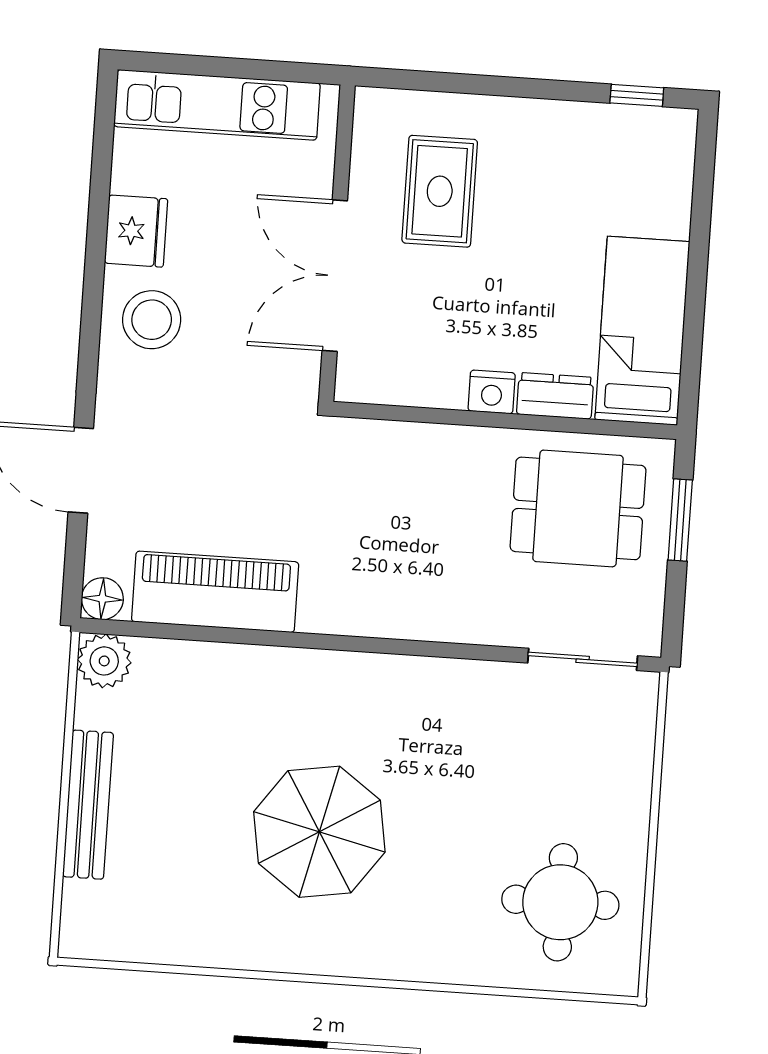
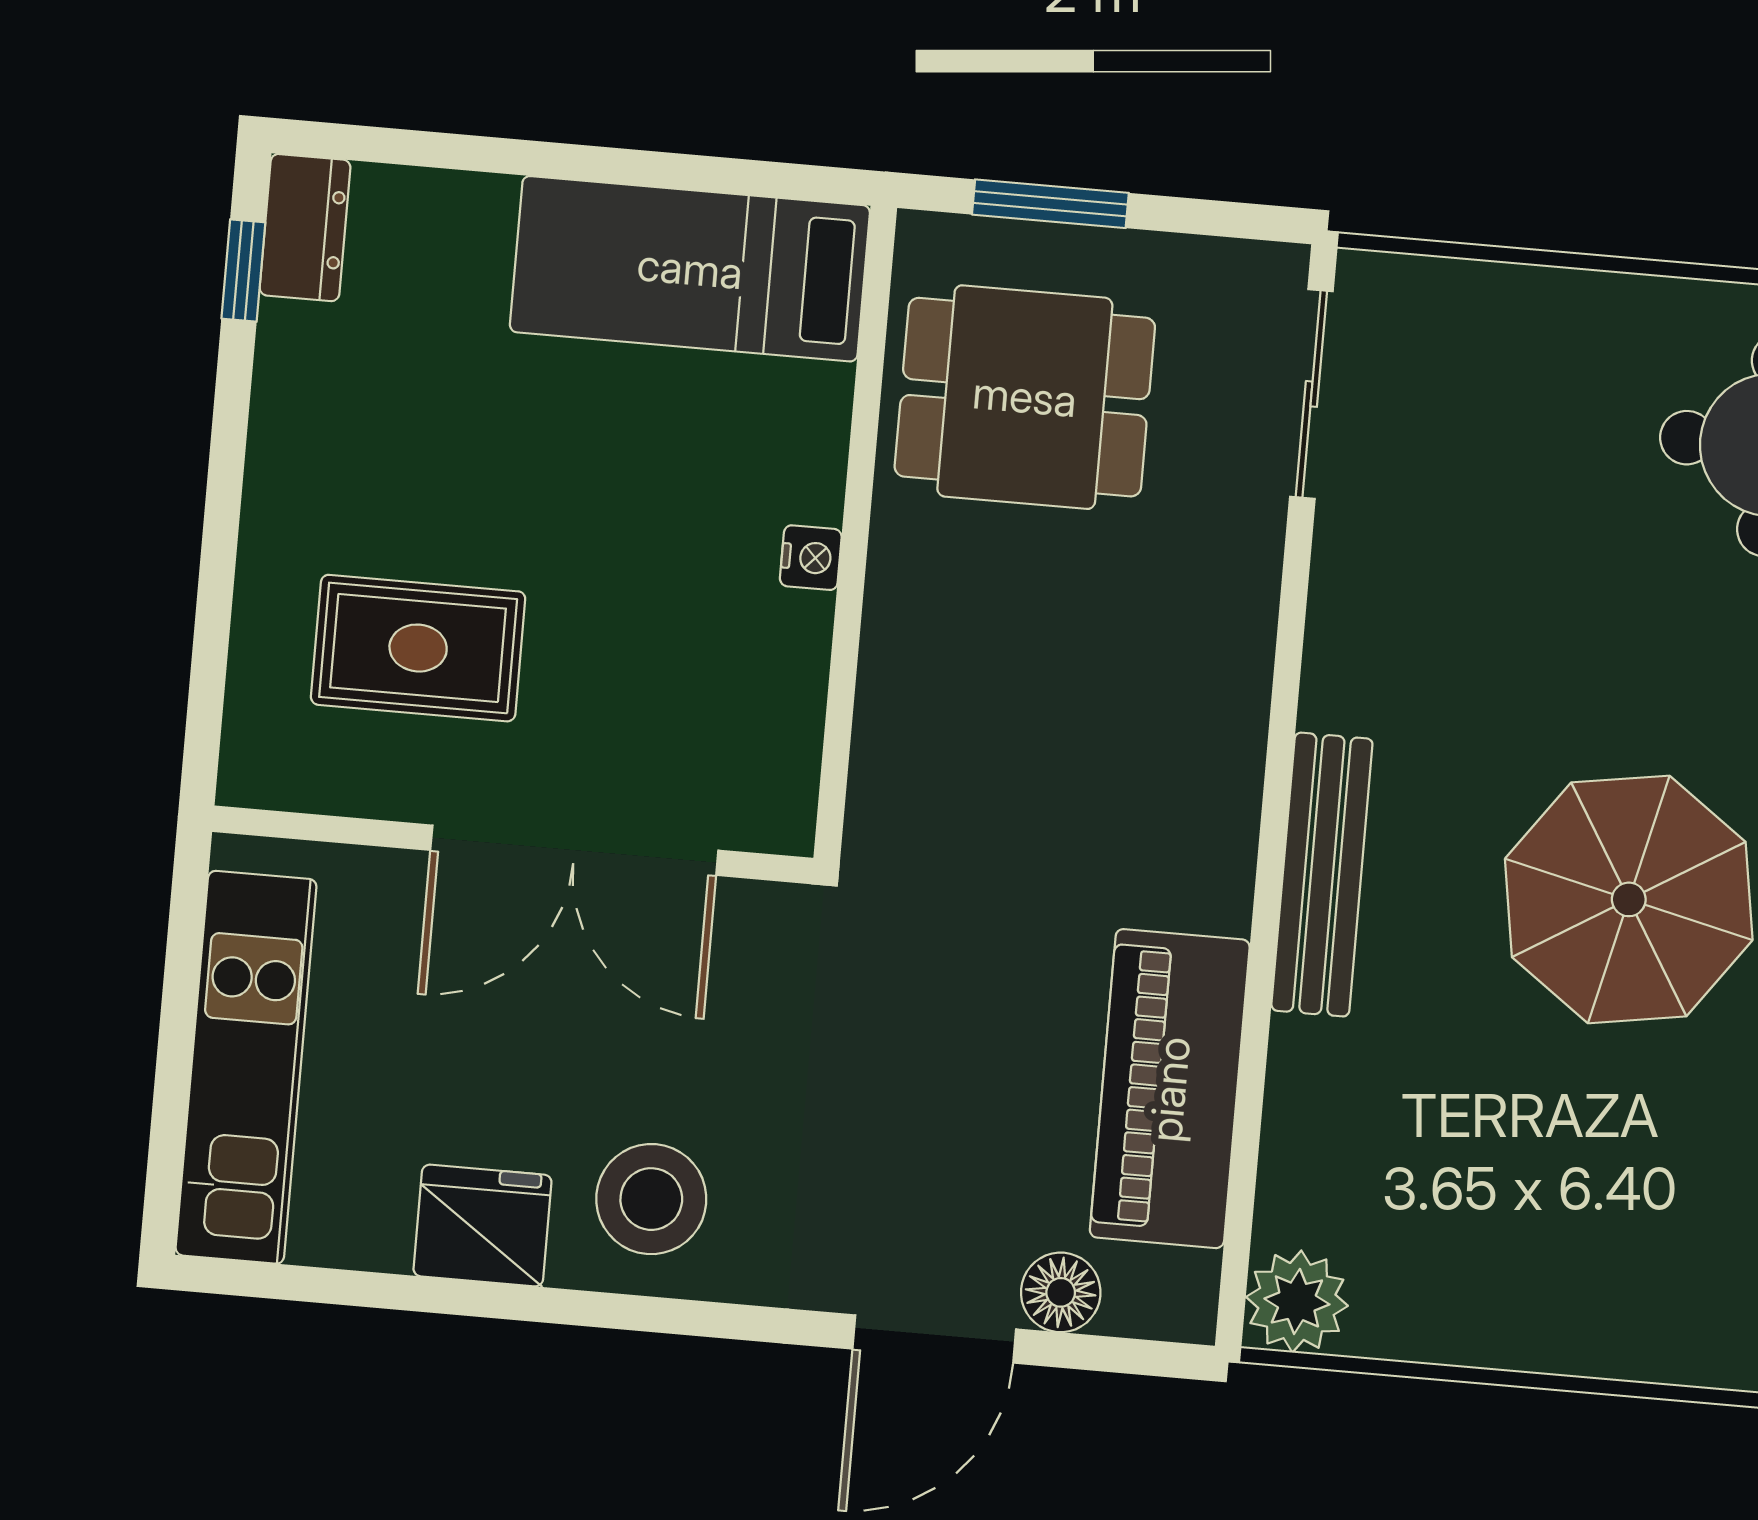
nightstand: (492, 392) -> (811, 558), width x0.72, depth x0.74
dresser: (555, 396) -> (305, 228), moved, turned 180
dining table: (578, 508) -> (1025, 397), turned 90
floor lamp: (102, 599) -> (1061, 1292), moved
bench: (88, 805) -> (1322, 875), moved, turned 90

